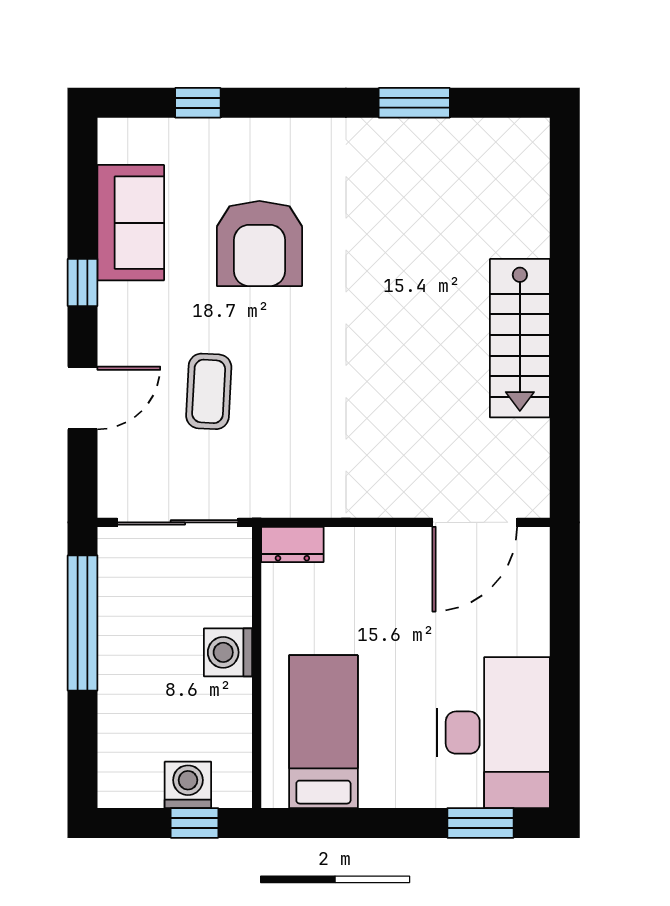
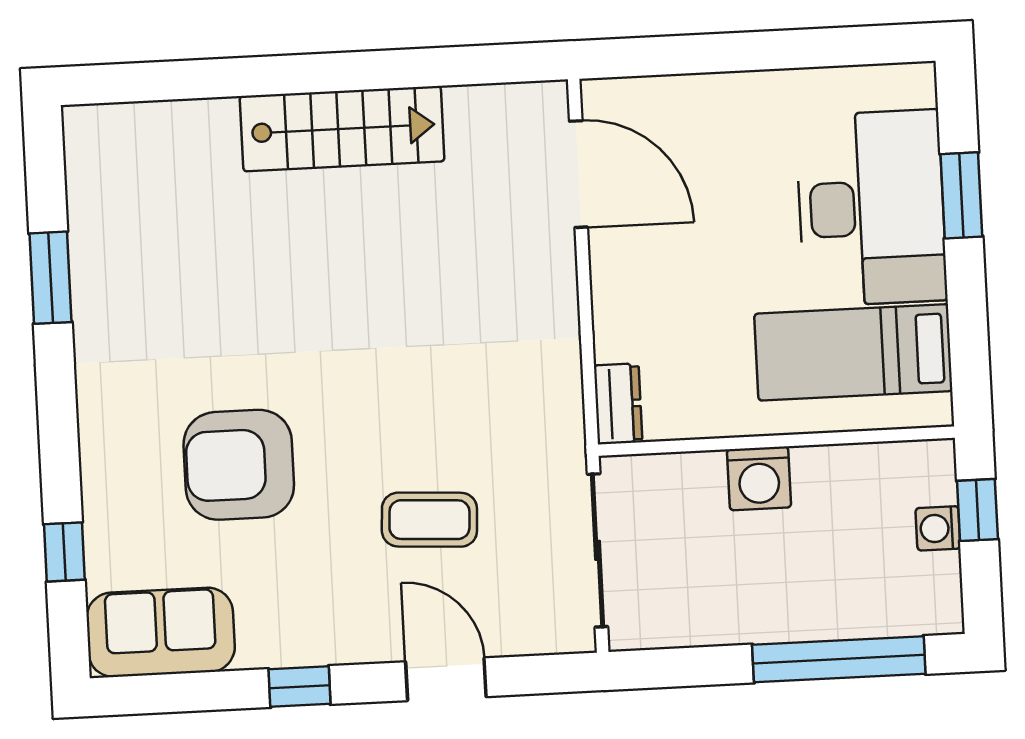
sofa: (131, 223) -> (161, 632), moved
armchair: (259, 244) -> (239, 465), turned 180
window: (83, 623) -> (839, 659), moved
desk: (493, 733) -> (871, 208), moved, turned 90
washing machine: (188, 785) -> (938, 528), width x0.73, depth x0.73
window: (481, 823) -> (961, 195), moved

